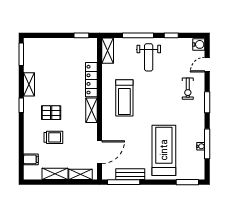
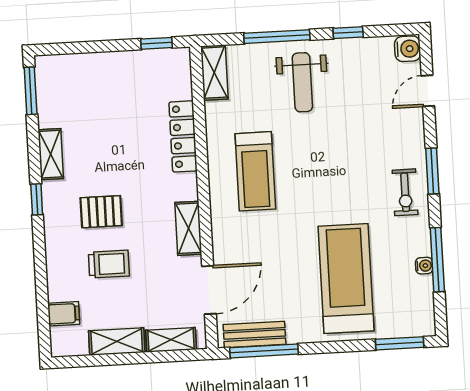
exercise bike: (188, 89) -> (405, 192), moved
shelving: (91, 110) -> (188, 228), moved
bench: (130, 174) -> (254, 334), moved

